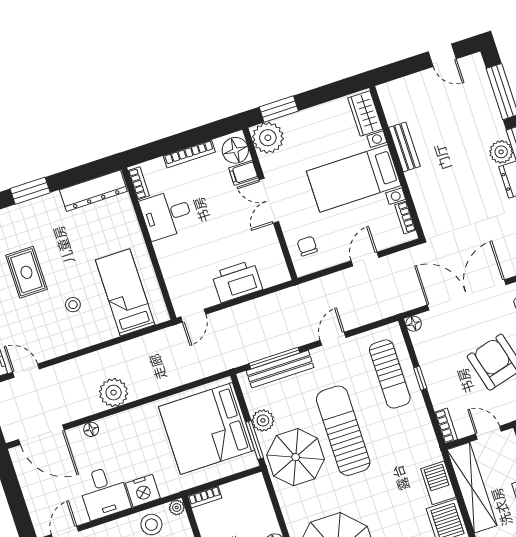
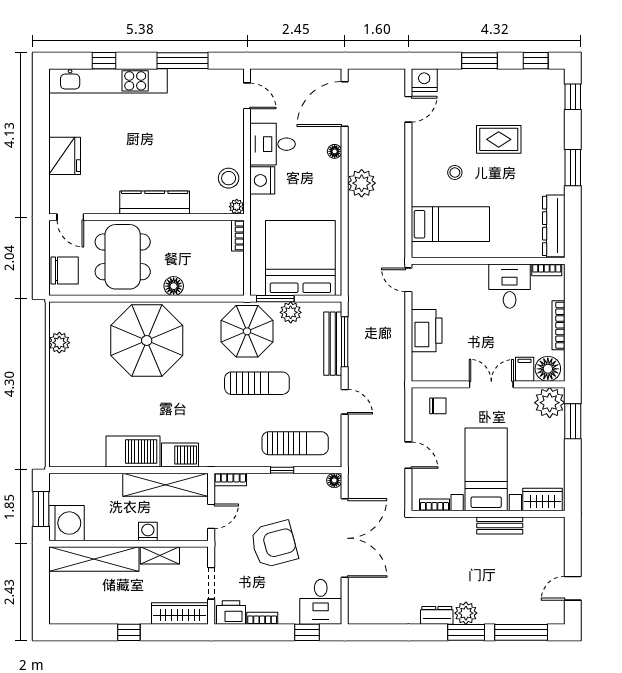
sun lounger: (390, 374) -> (295, 443), turned 180
sun lounger: (343, 431) -> (257, 383), width x0.73, depth x0.75

